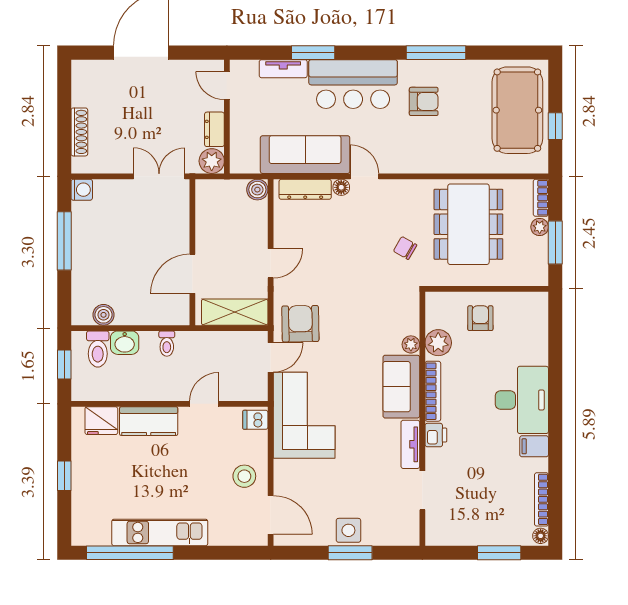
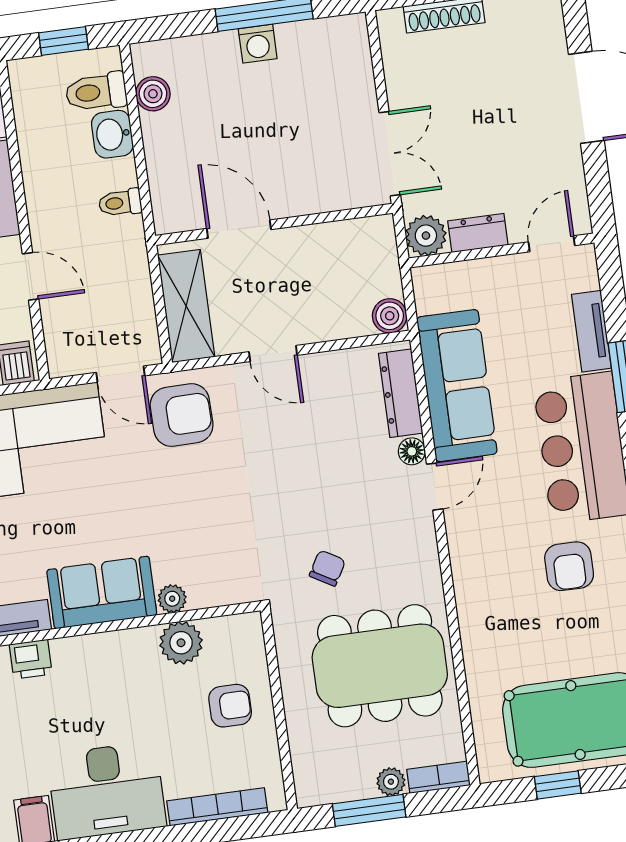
washing machine: (82, 190) -> (258, 44), moved
bookcase: (433, 391) -> (217, 807), moved, turned 180

